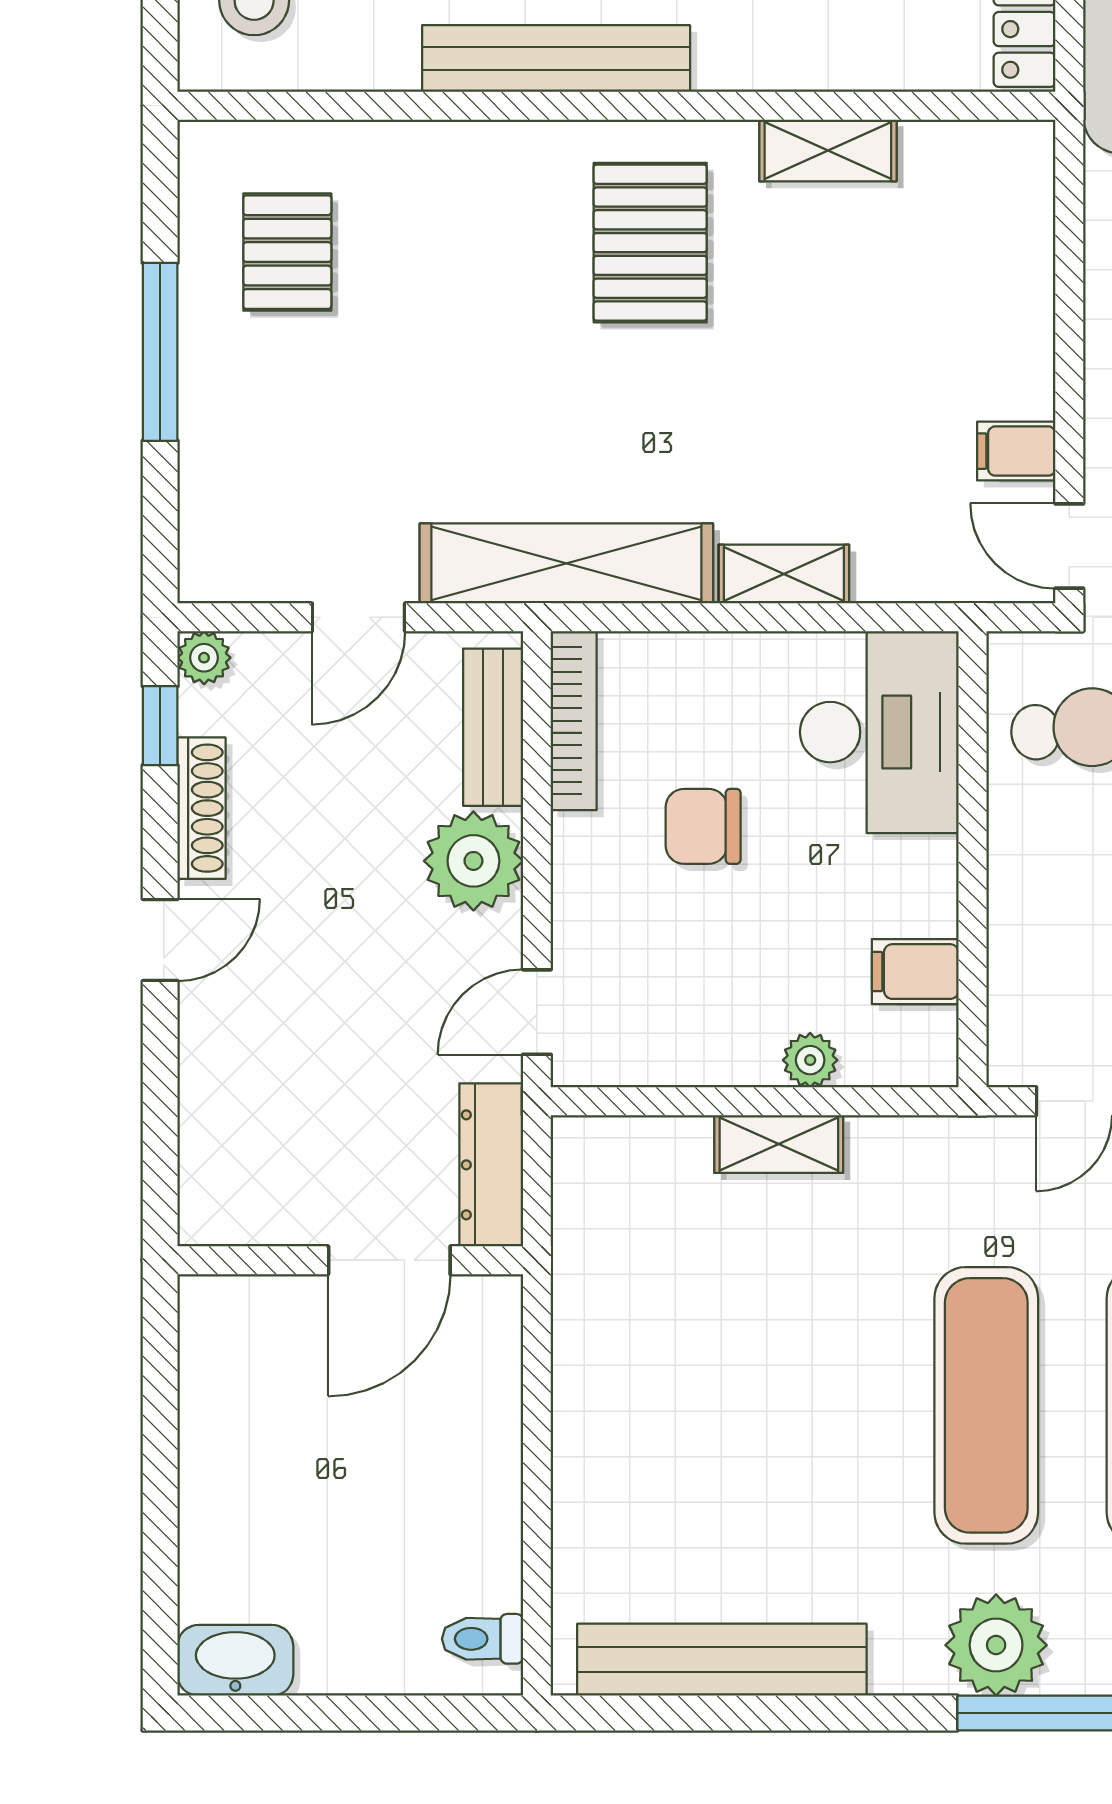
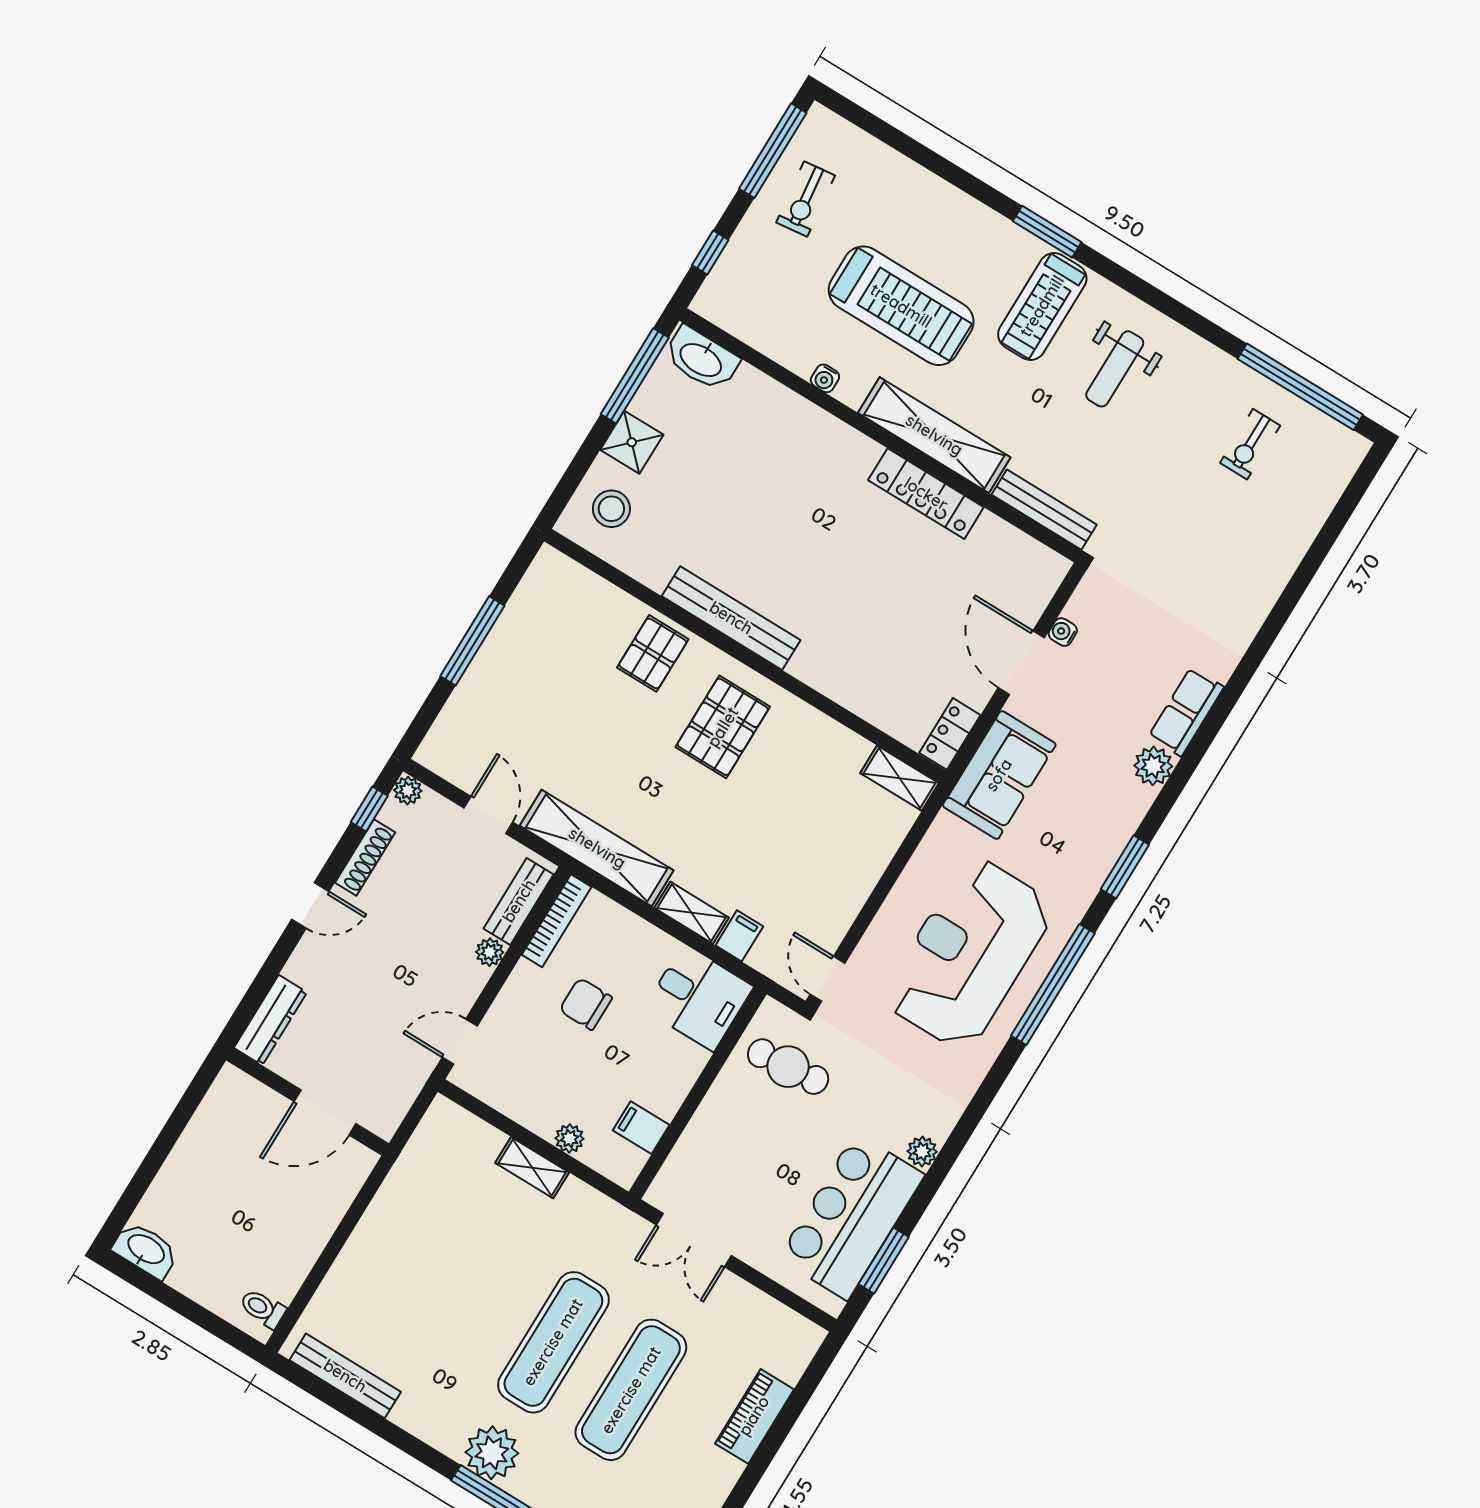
shelving: (828, 150) -> (899, 778), moved
pallet: (287, 252) -> (653, 653), moved
filing cabinet: (1016, 451) -> (739, 936), moved, turned 90
door: (358, 617) -> (488, 815), swing flipped
desk: (879, 732) -> (698, 998), width x0.73
plant: (473, 861) -> (490, 952), width x0.53, depth x0.53
dresser: (491, 1165) -> (270, 1020), moved, turned 180
bench: (722, 1660) -> (345, 1376), width x0.73, depth x0.82

